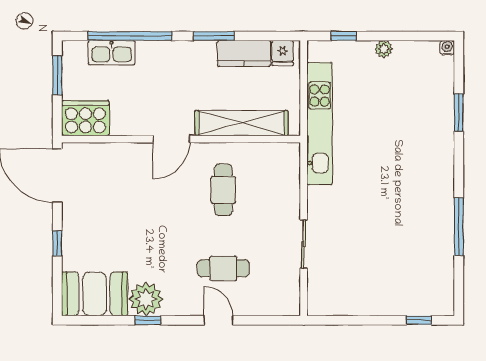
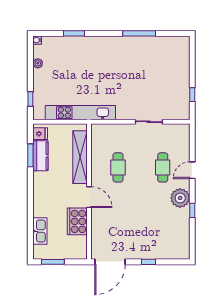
window: (130, 36) -> (30, 221), removed
window: (214, 36) -> (30, 155), moved
plant: (384, 49) -> (38, 63), moved
cooker: (85, 118) -> (77, 221), moved
cafe table: (223, 190) -> (118, 167), turned 90
booth: (94, 294) -> (177, 241), removed
plant: (146, 299) -> (180, 198), moved
window: (419, 320) -> (192, 95), moved

